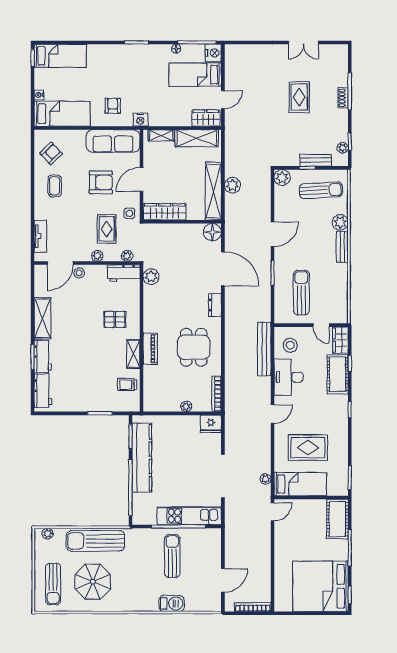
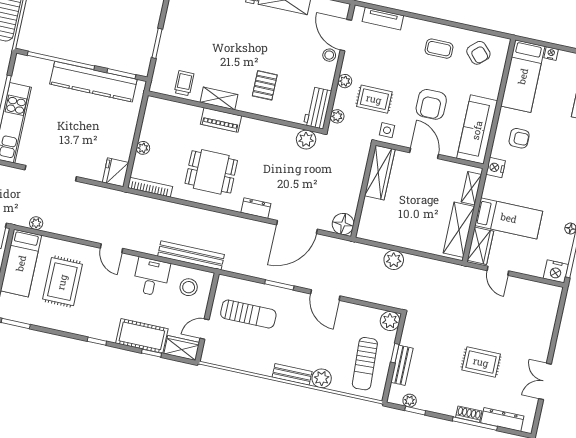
dresser: (342, 70) -> (502, 419), added
bed: (195, 75) -> (509, 218), moved, turned 90
shelving: (213, 191) -> (392, 236), removed
desk: (289, 377) -> (151, 277), width x0.73

